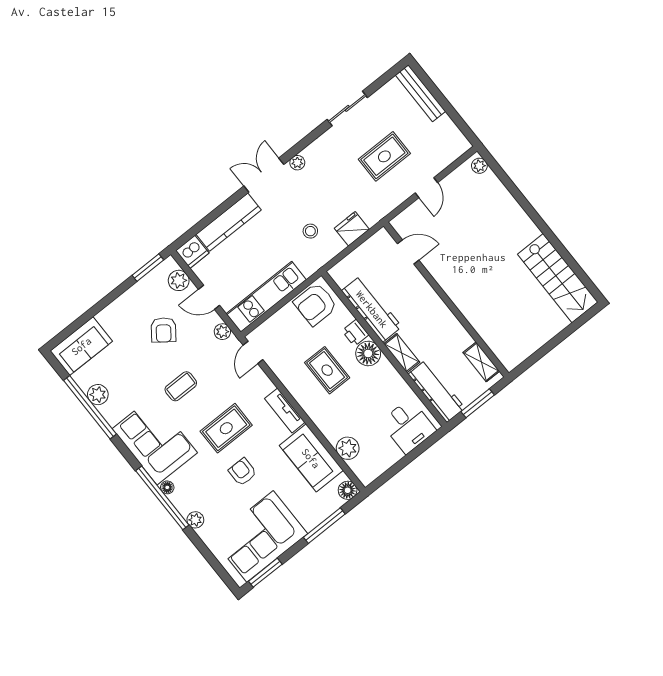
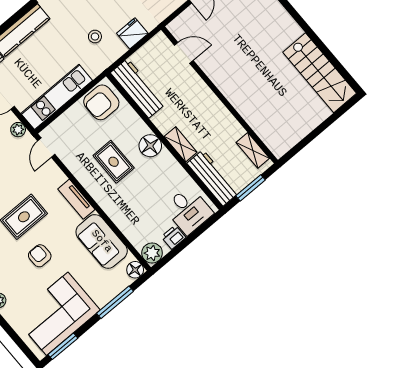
workbench: (372, 309) -> (138, 88), moved
printer: (355, 333) -> (173, 237), moved, turned 90
plant: (348, 448) -> (152, 253), moved

